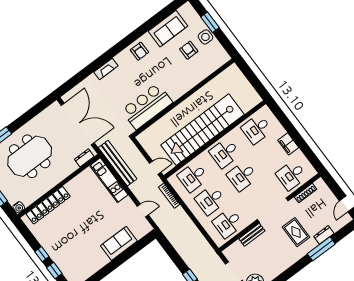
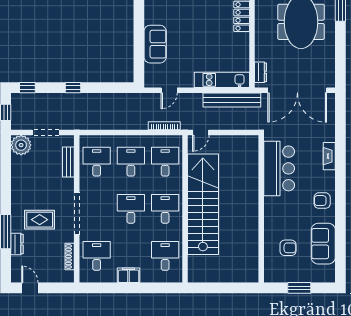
side table: (205, 37) -> (289, 273), removed
wall: (183, 98) -> (261, 209), moved
bar counter: (147, 106) -> (279, 168), moved
bench: (252, 235) -> (68, 162), moved

